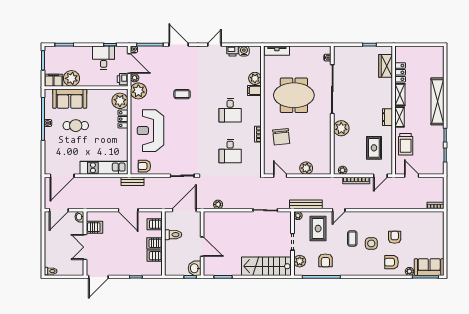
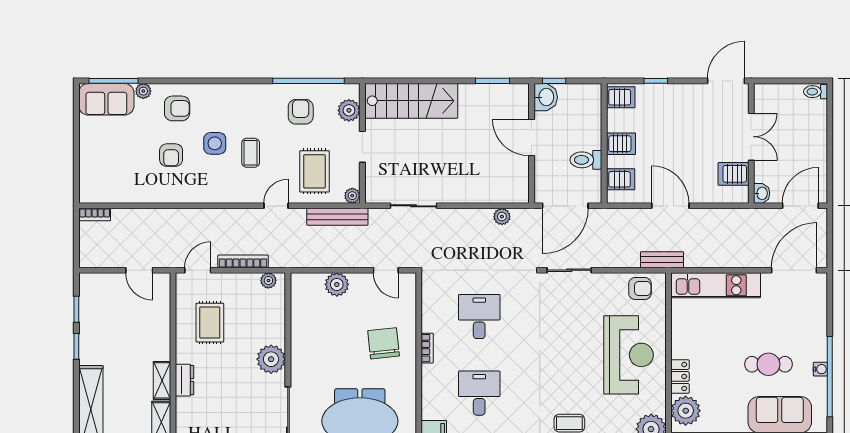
trolley: (406, 144) -> (151, 329), removed
server rack: (155, 256) -> (621, 97), moved

